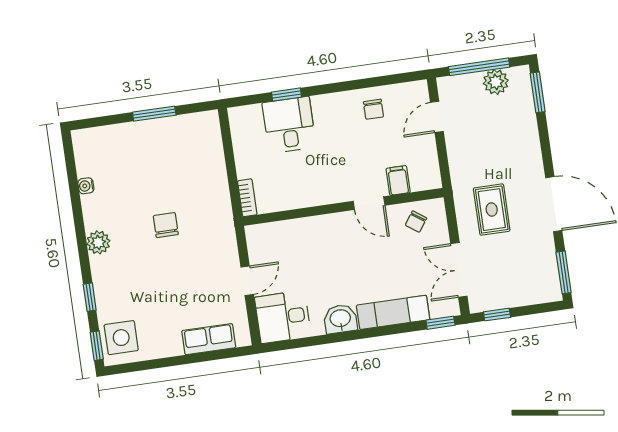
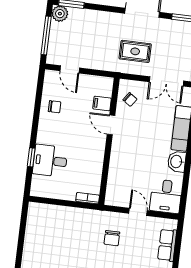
plant: (496, 82) -> (60, 14), moved
window: (154, 114) -> (21, 241), removed
door: (369, 203) -> (111, 125), swing flipped
chair: (166, 225) -> (112, 238), moved, turned -90

